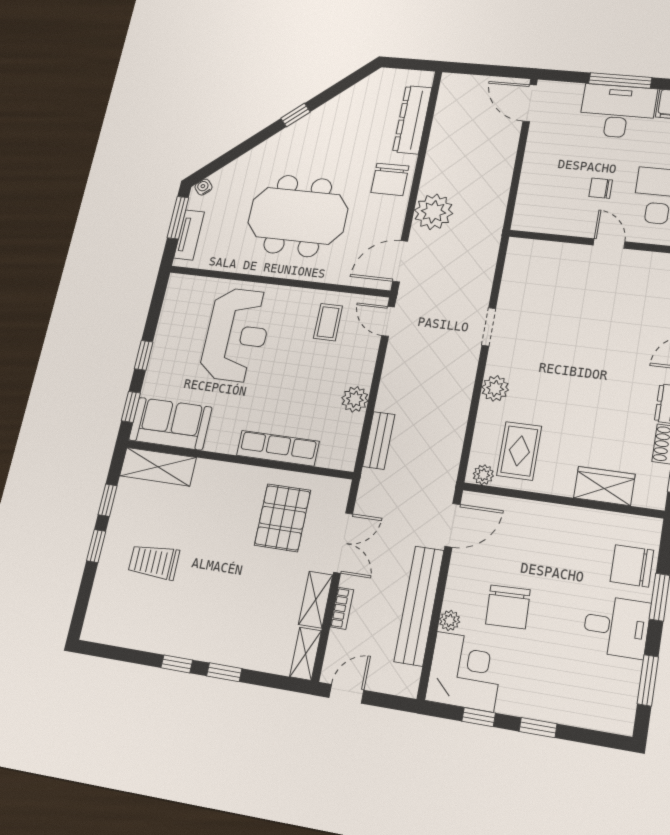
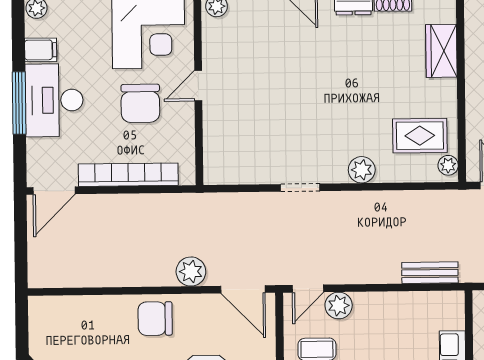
dresser: (412, 120) -> (85, 309), removed
bookcase: (532, 170) -> (128, 175), added
chair: (390, 179) -> (155, 319), turned 180
chair: (601, 188) -> (140, 103), width x1.87, depth x1.87
plant: (434, 212) -> (191, 272), width x0.73, depth x0.73
plant: (355, 399) -> (339, 306), moved

